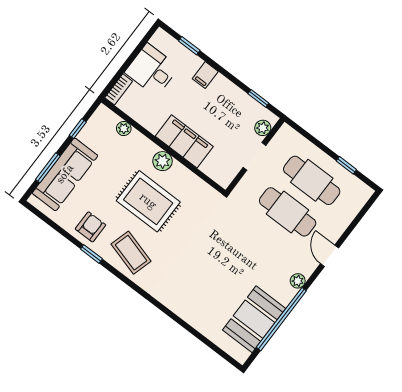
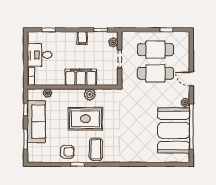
filing cabinet: (205, 75) -> (82, 38), moved
plant: (163, 161) -> (90, 94), moved
sofa: (65, 174) -> (36, 122), moved
armchair: (90, 227) -> (67, 152), turned 91
coffee table: (131, 253) -> (96, 149), turned 74
booth: (254, 319) -> (174, 130), width x1.36, depth x1.42

